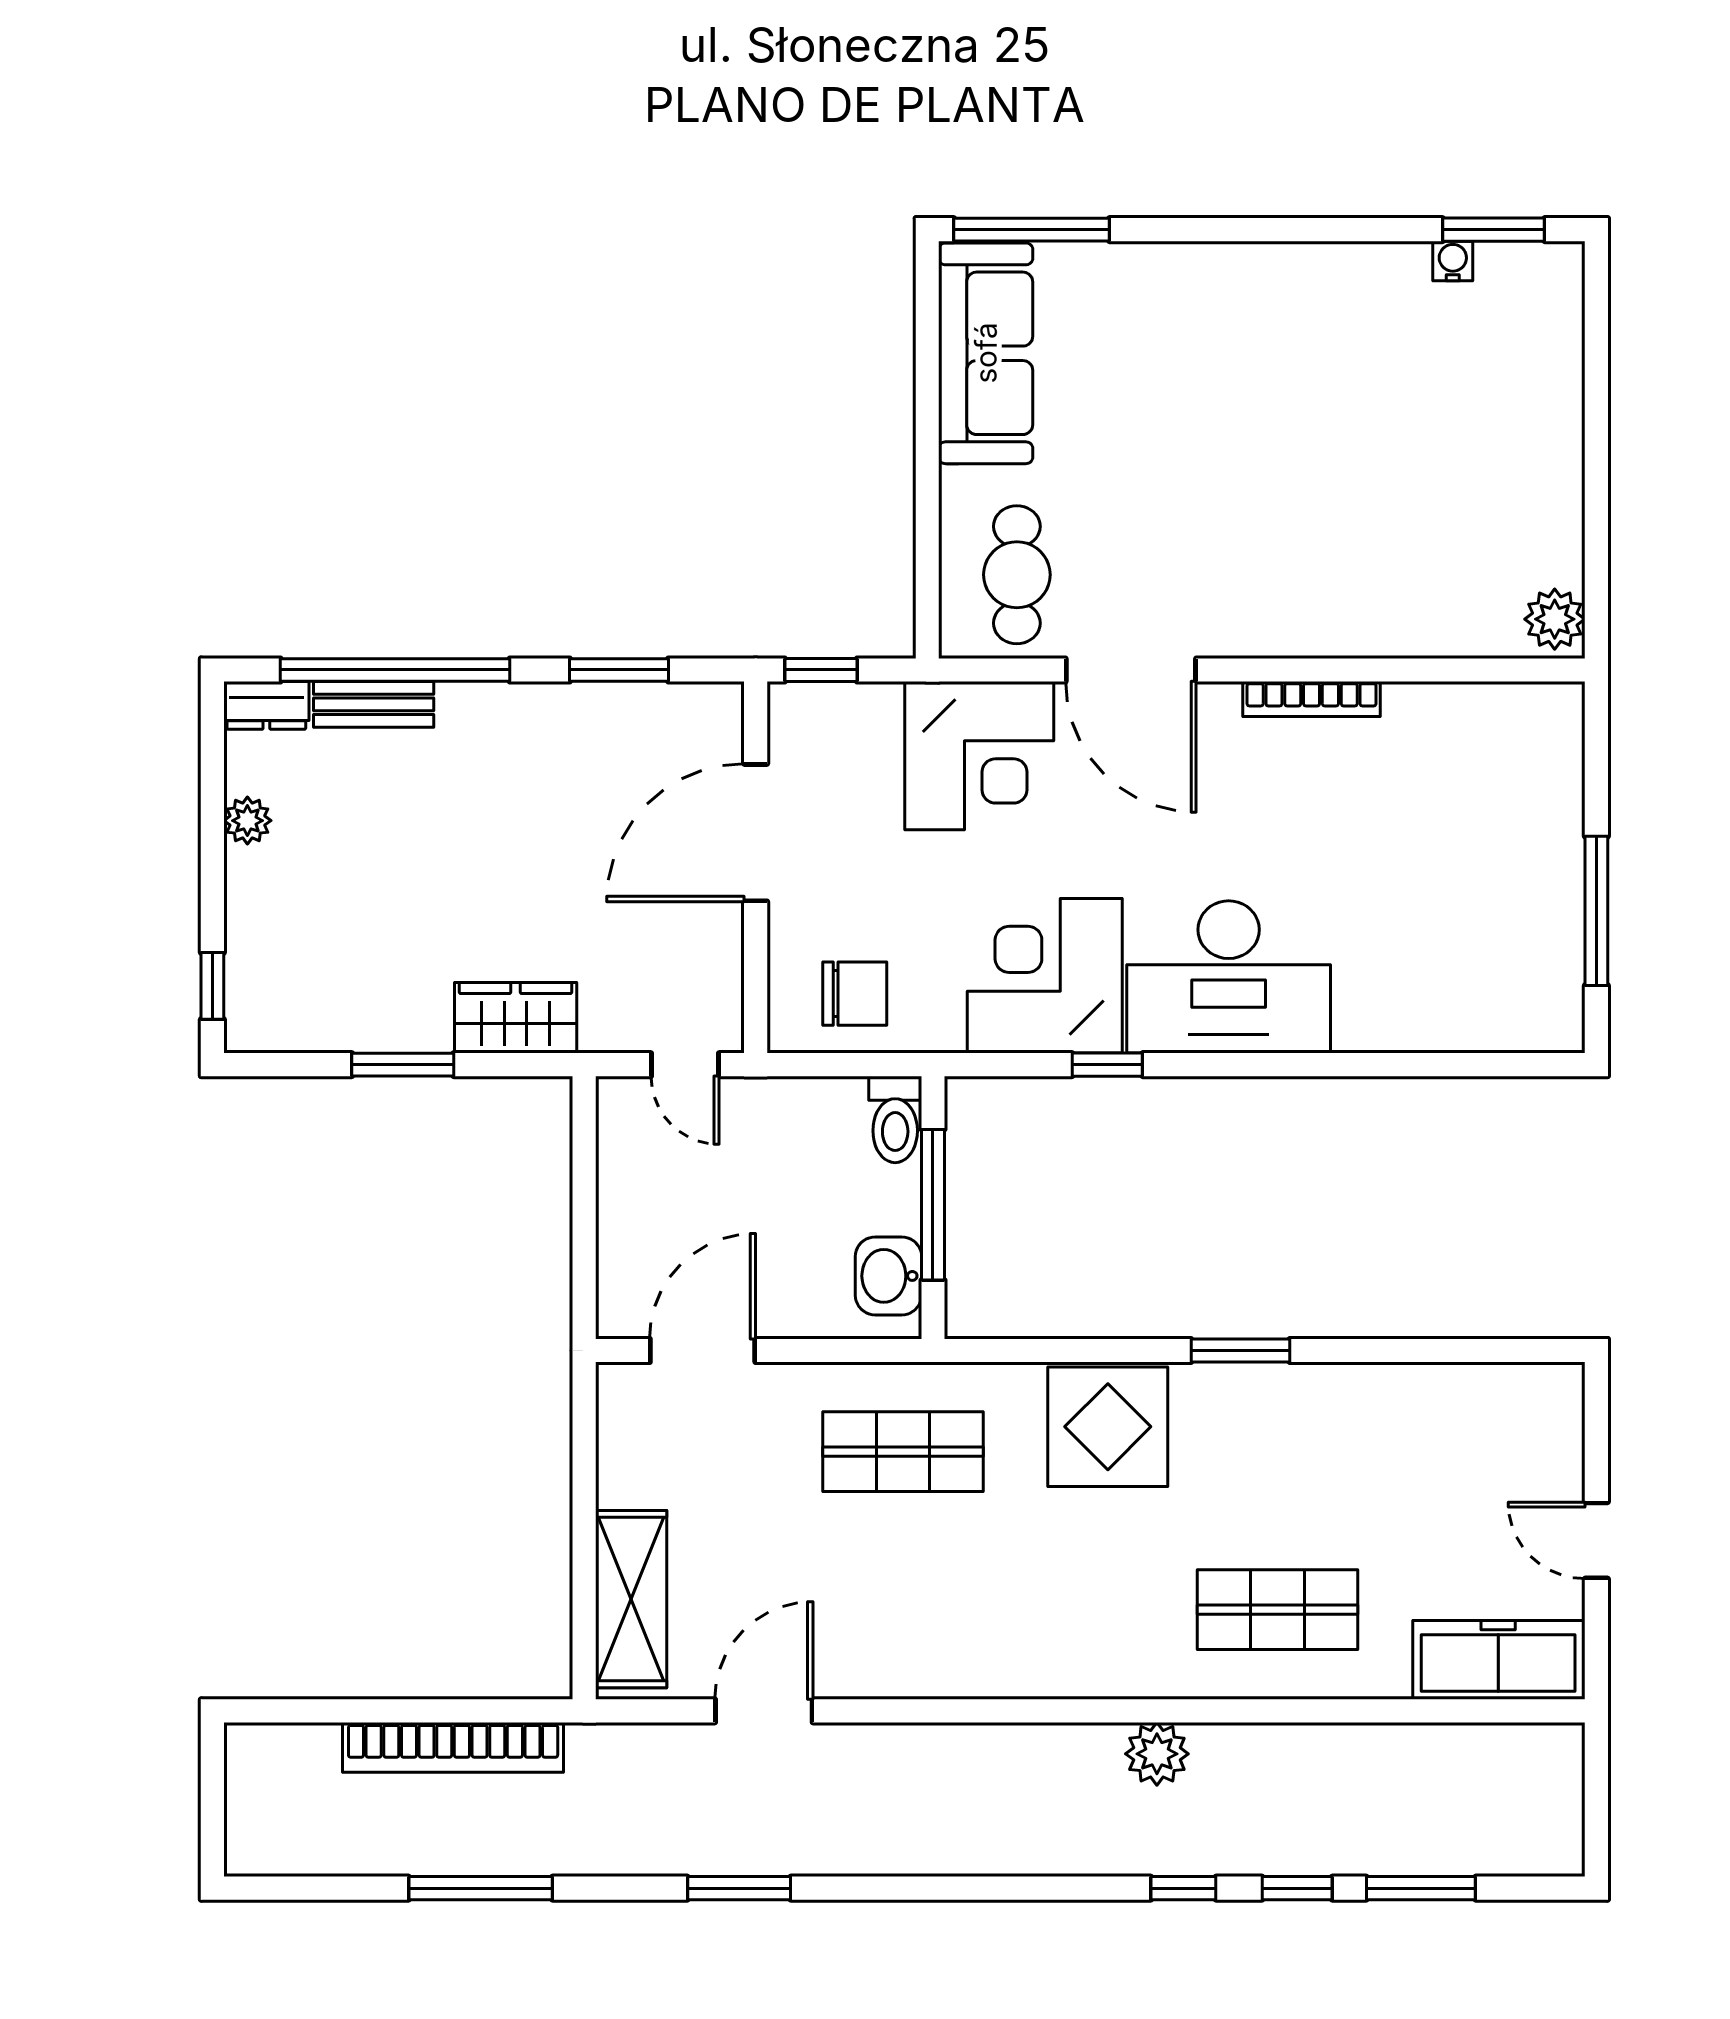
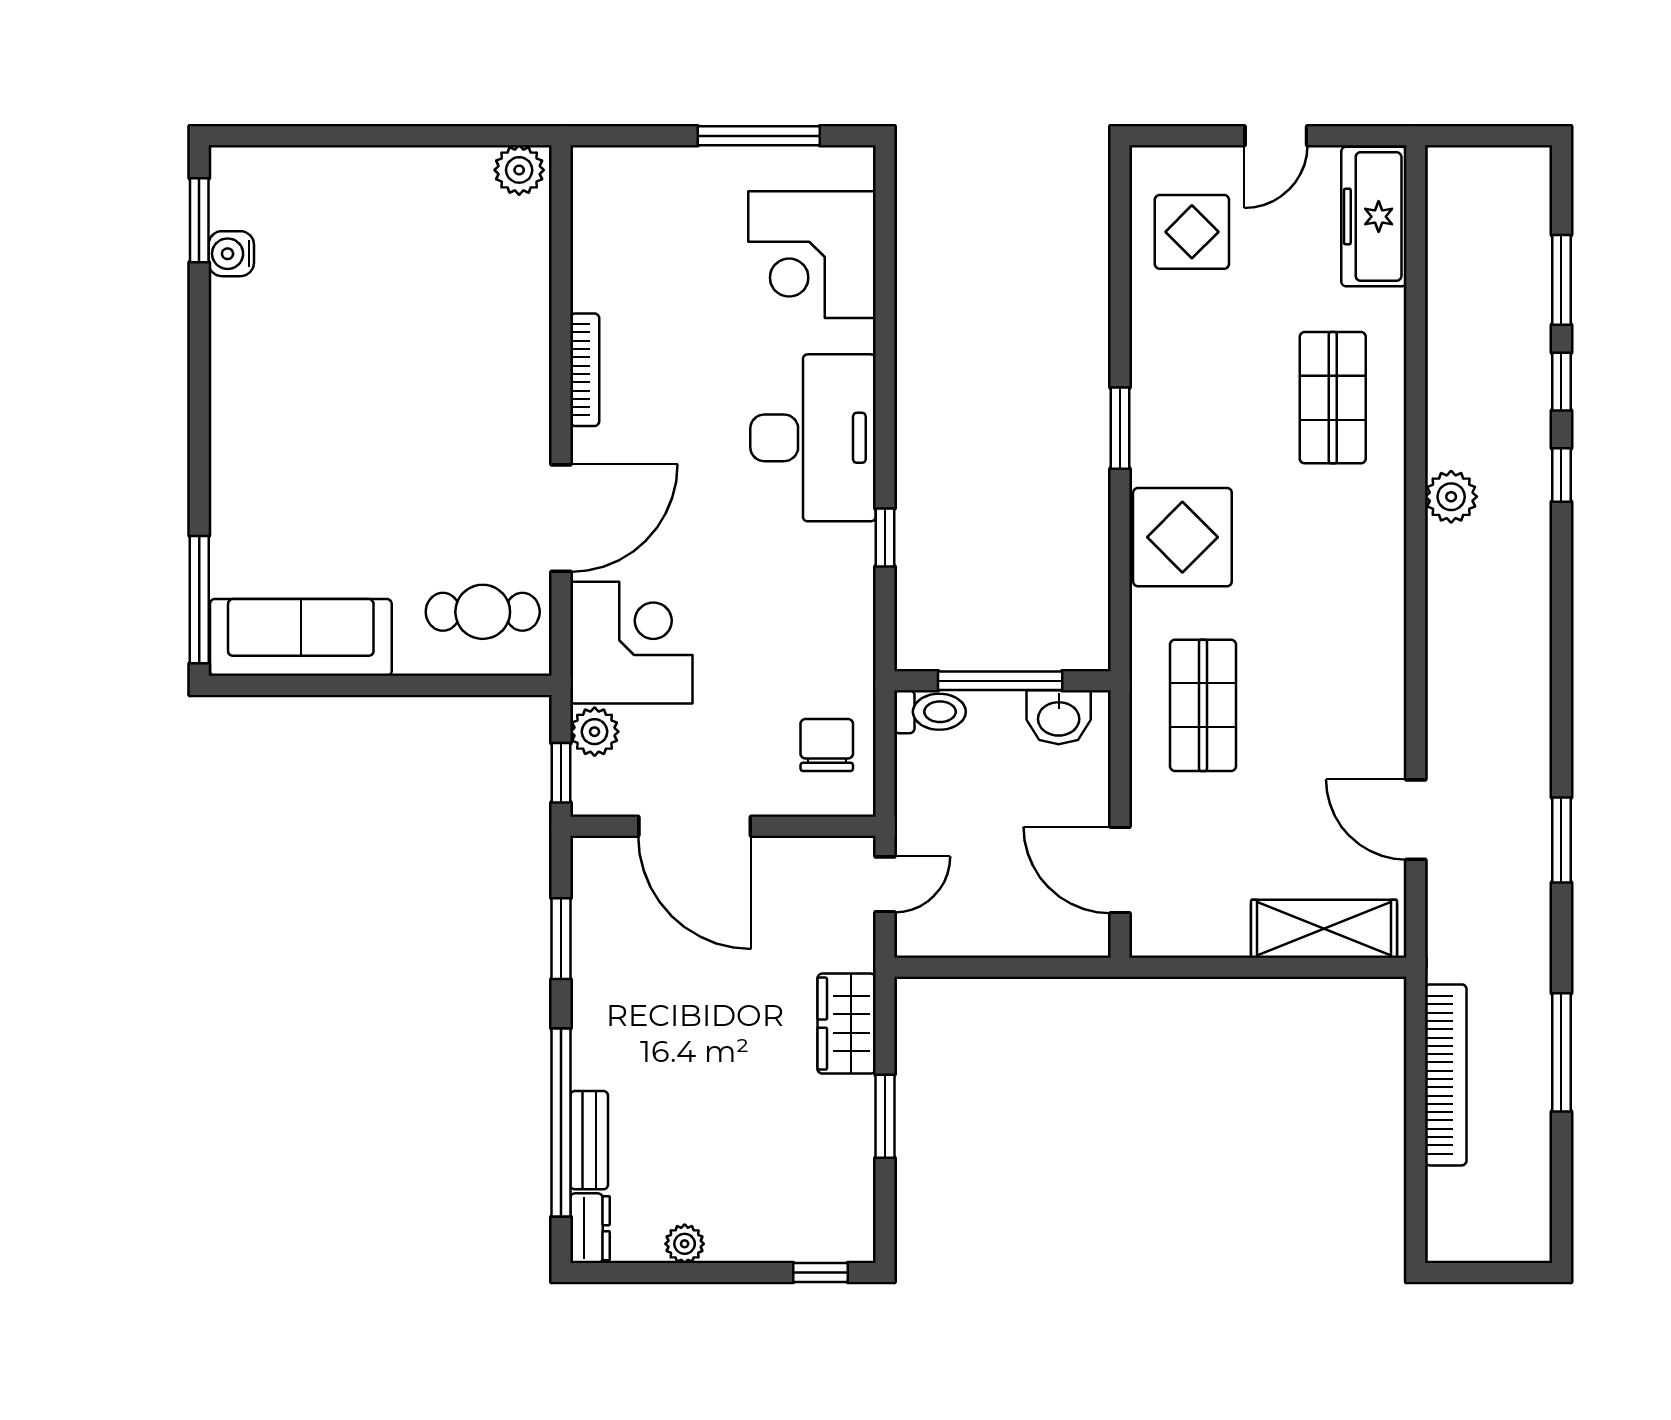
water cooler: (1453, 261) -> (231, 254), width x1.38, depth x1.38
plant: (871, 711) -> (595, 732), added
corner desk: (1045, 976) -> (812, 255), moved
display table: (1479, 1438) -> (1192, 232), added

